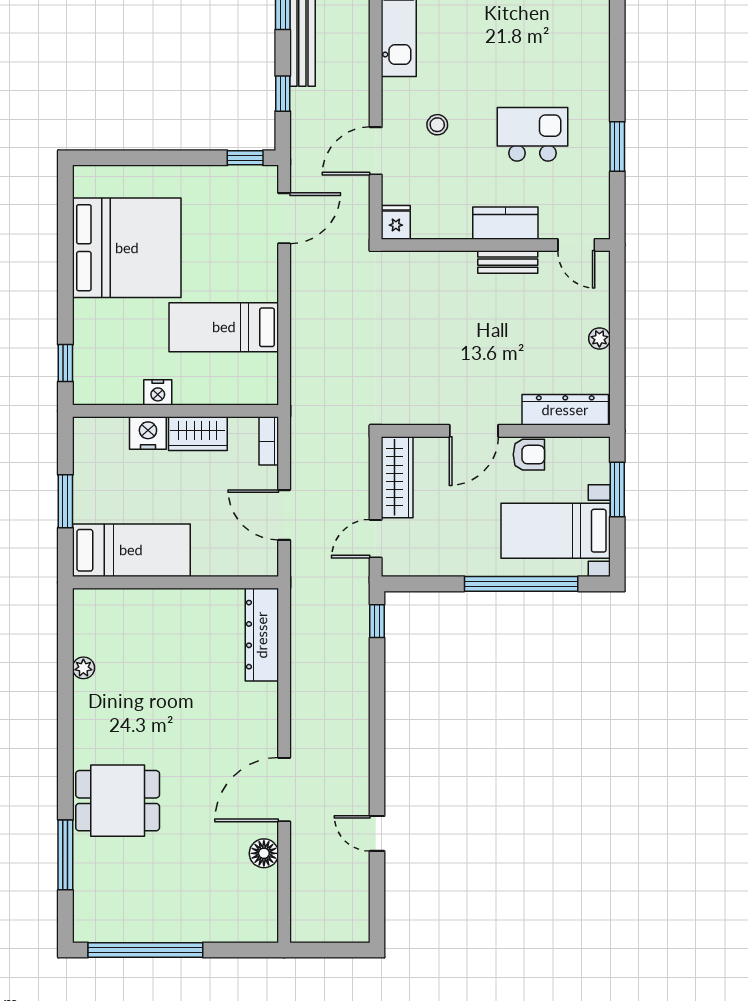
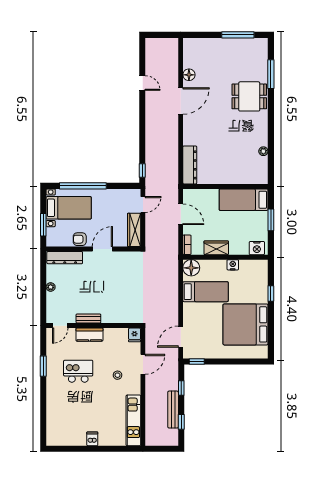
kitchen island: (532, 134) -> (78, 371), turned 180
door: (576, 245) -> (60, 326), swing flipped
window: (65, 363) -> (271, 294), moved
floor lamp: (258, 385) -> (191, 268), added
nightstand: (148, 433) -> (257, 248), moved
window: (145, 950) -> (238, 35), width x0.68

